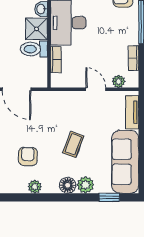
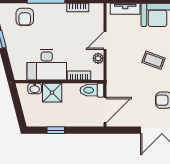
toilet: (34, 49) -> (92, 90), moved, turned 90
plant: (119, 81) -> (98, 58), moved

